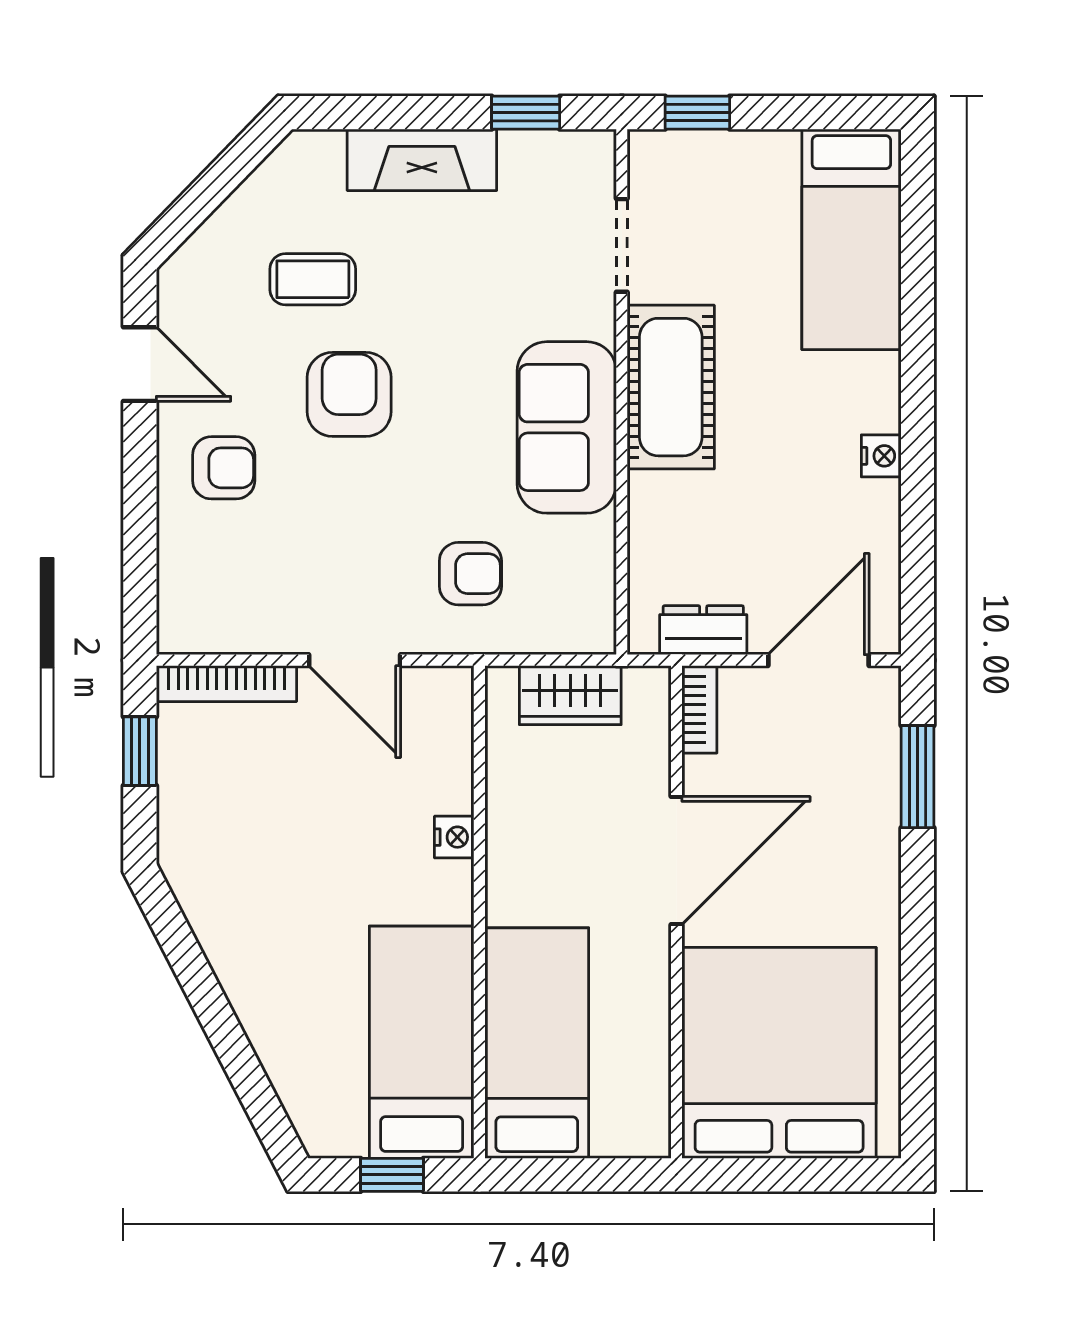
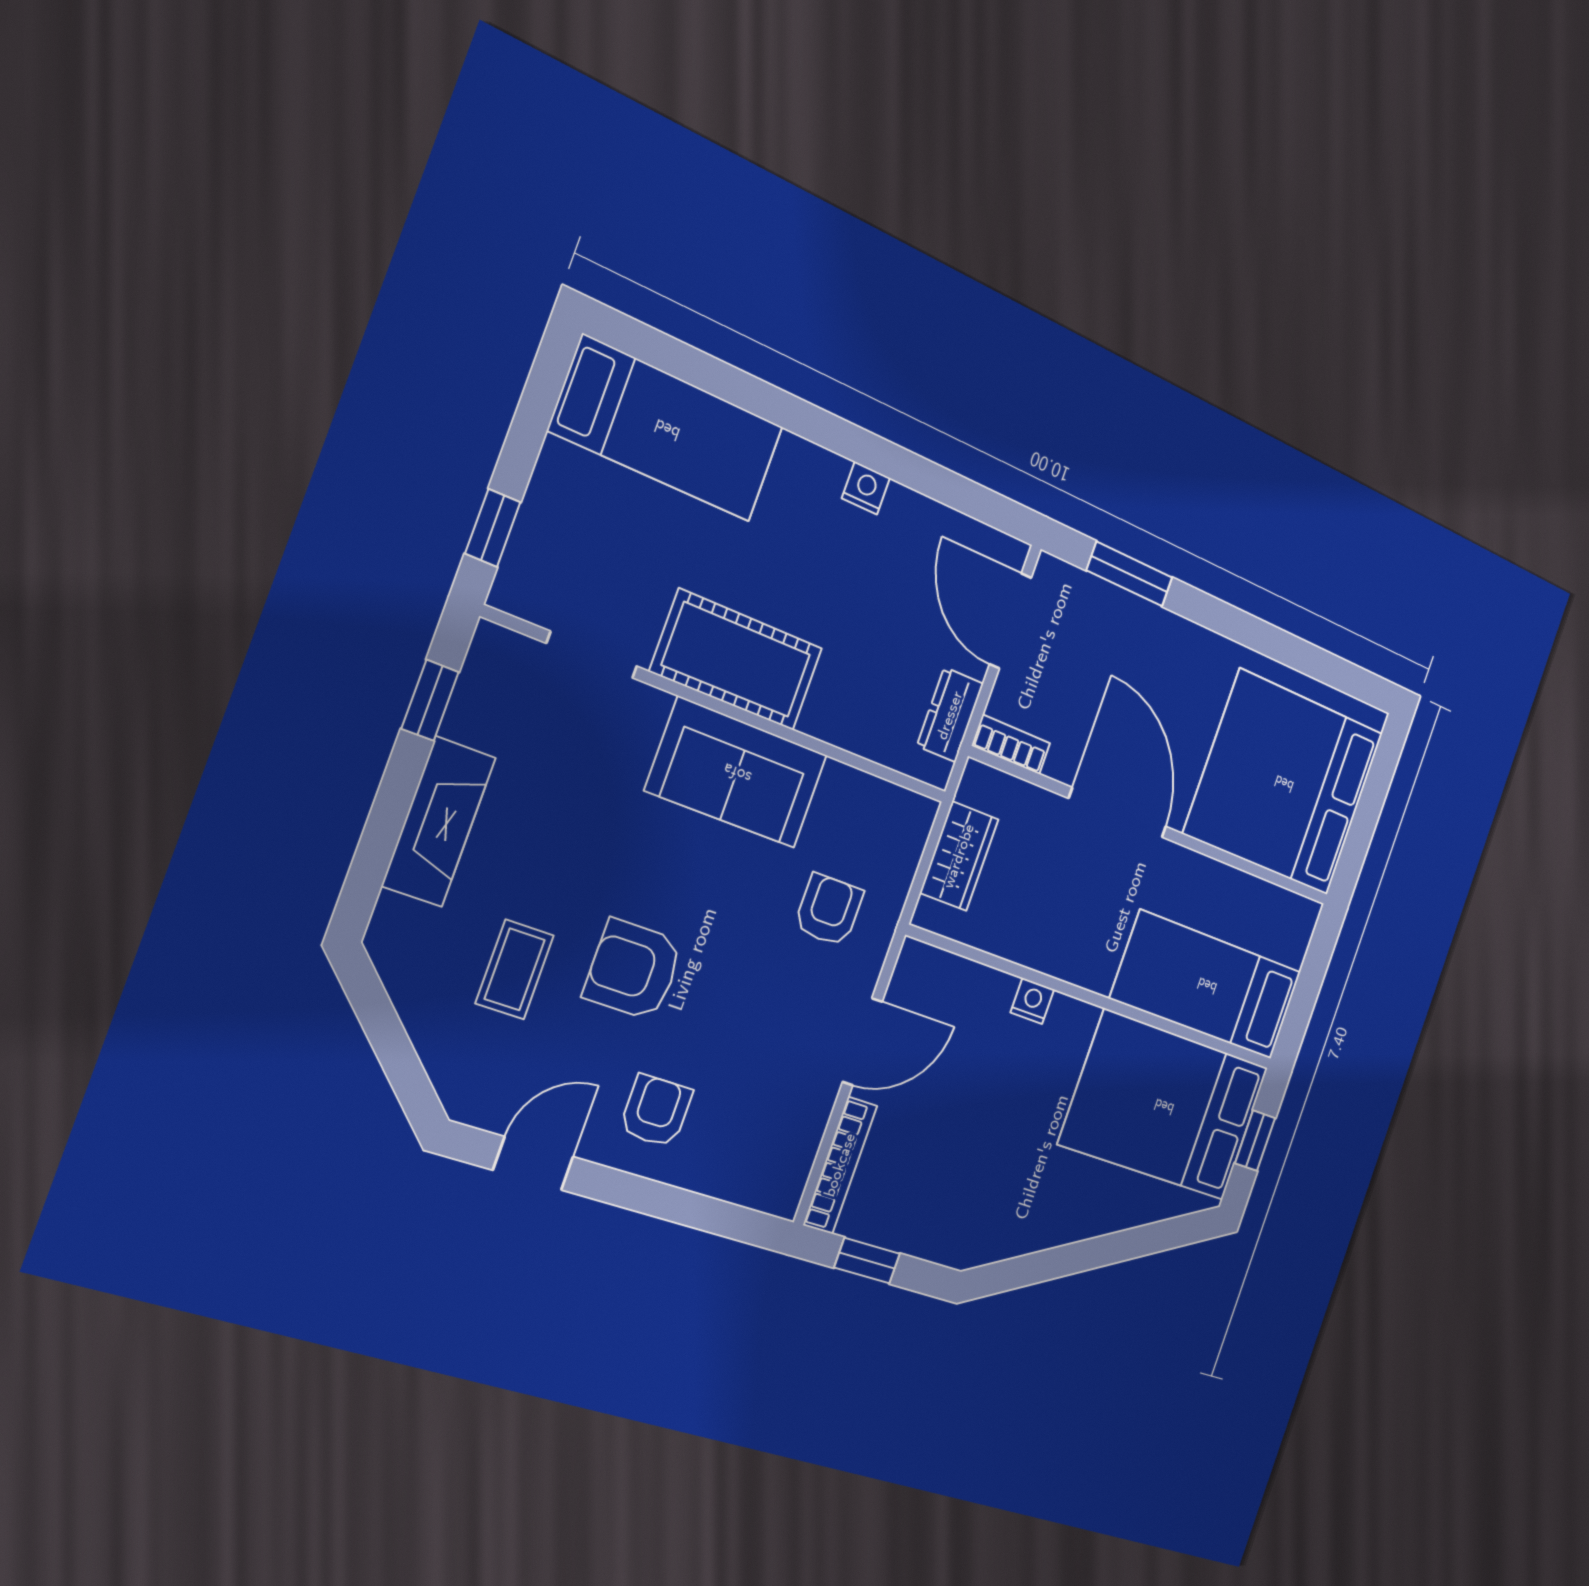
bed: (422, 1042) -> (1164, 1106), width x1.50

